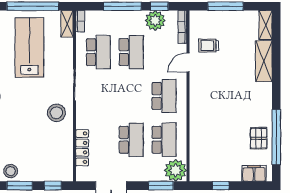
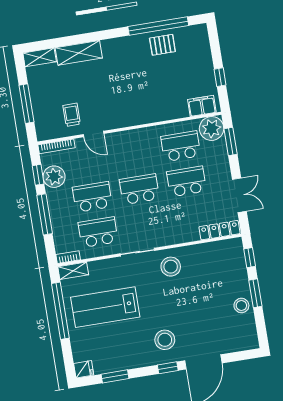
trolley: (209, 46) -> (72, 115), turned 180
school desk: (164, 96) -> (139, 189), moved
locker: (82, 148) -> (219, 230), moved
filing cabinet: (254, 173) -> (202, 106), moved, turned 90

